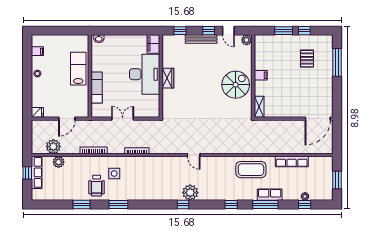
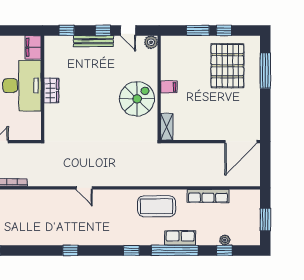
pallet: (307, 59) -> (227, 66), width x2.05, depth x2.00
plant: (190, 193) -> (80, 235), removed
window: (265, 204) -> (175, 250), width x1.46

